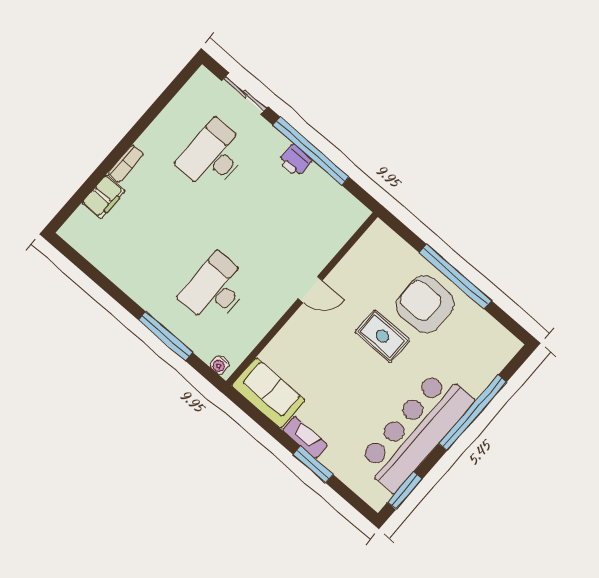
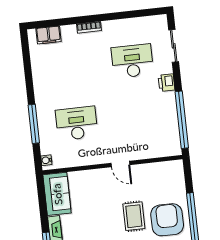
window: (311, 151) -> (182, 120), moved
printer: (295, 161) -> (167, 83), moved
filing cabinet: (103, 197) -> (49, 35), moved

